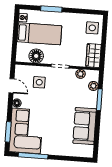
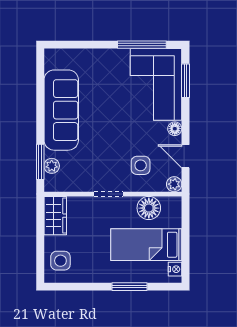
plant: (81, 74) -> (174, 184), moved
window: (99, 100) -> (40, 162), moved
sofa: (85, 126) -> (61, 110), width x1.36

